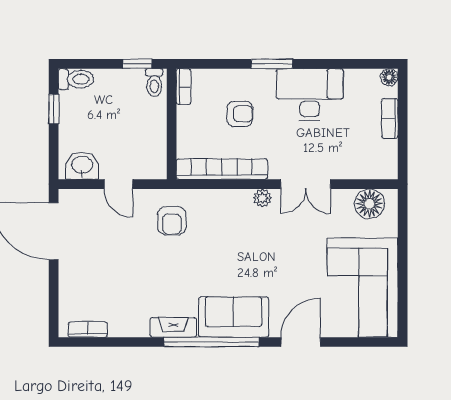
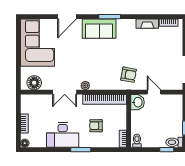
window: (137, 64) -> (167, 150), moved
washbasin: (82, 166) -> (137, 102), moved, turned -90
double door: (306, 184) -> (65, 92), swing flipped
armchair: (172, 221) -> (129, 75), turned 100
fireplace: (173, 327) -> (147, 24), moved
window: (211, 342) -> (110, 17), width x0.47

